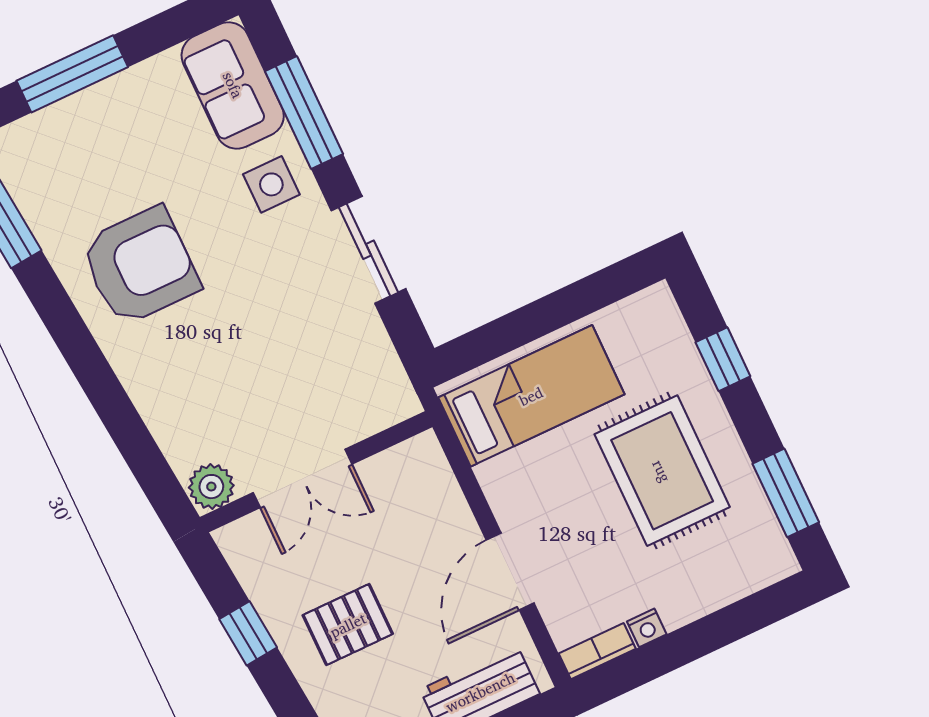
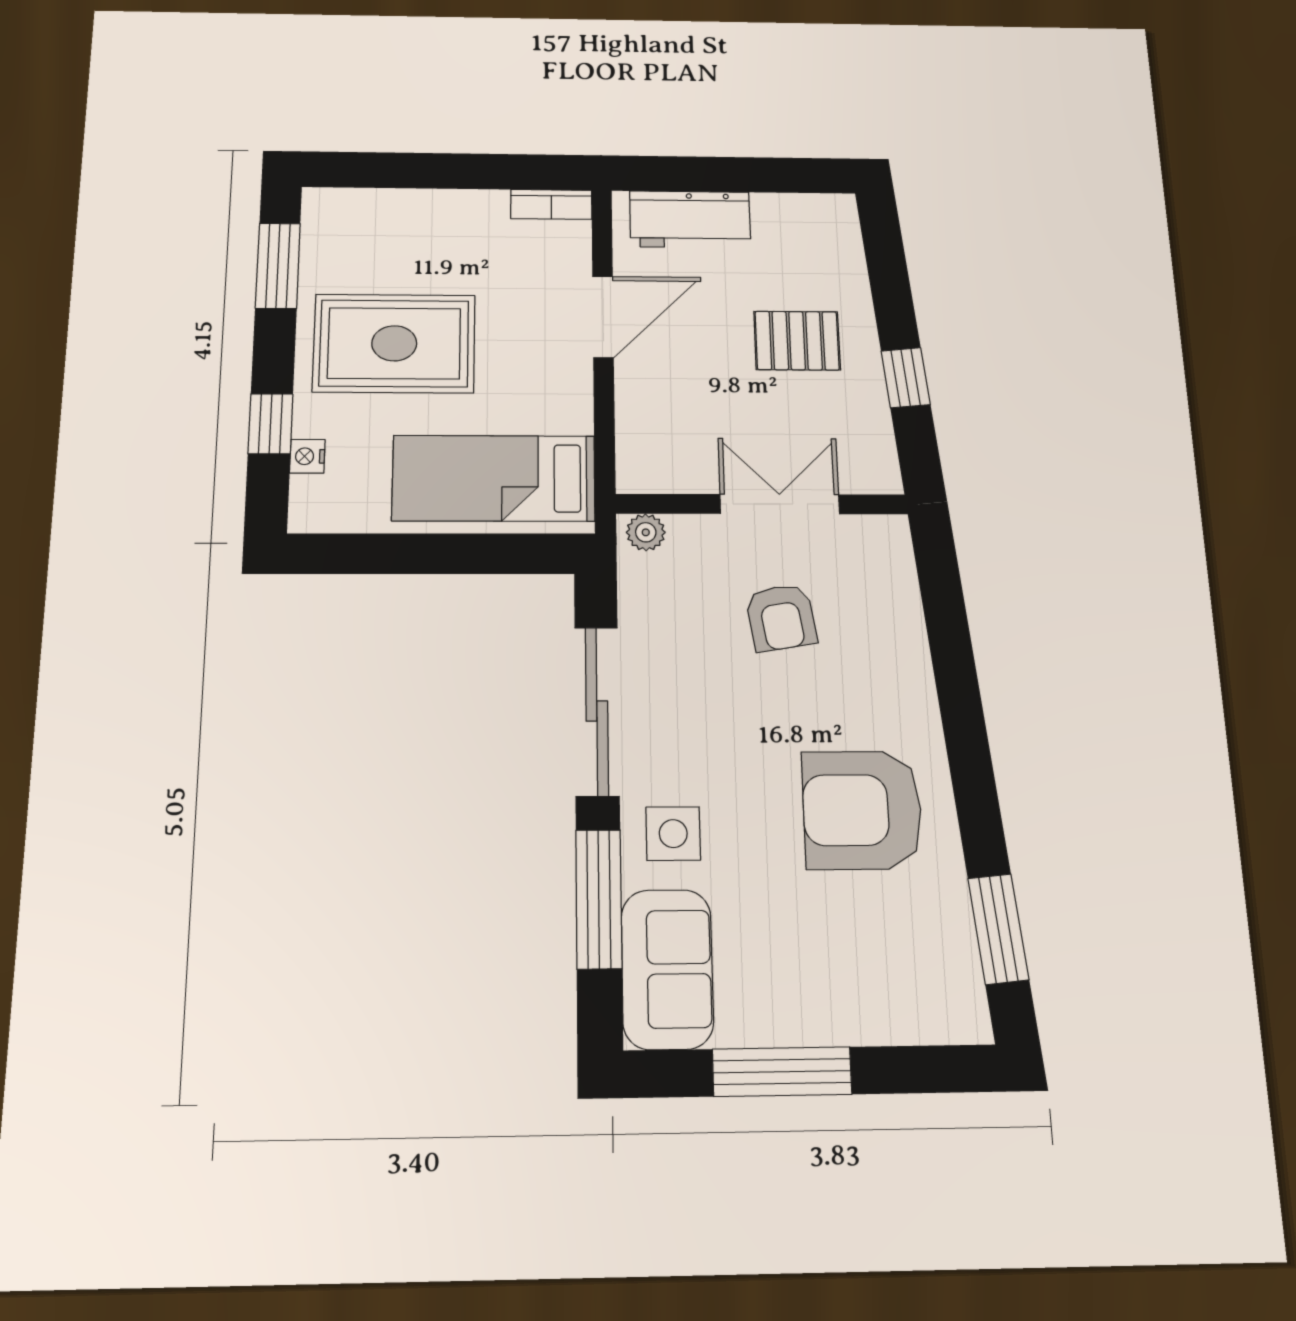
window: (72, 74) -> (782, 1072), moved
sliding door: (369, 250) -> (597, 711), width x1.37
armchair: (263, 387) -> (781, 617), added
rug: (662, 471) -> (394, 343), turned 90
plant: (211, 487) -> (646, 532), moved, width x0.73, depth x0.73
nightstand: (647, 628) -> (307, 456), moved, turned -90

